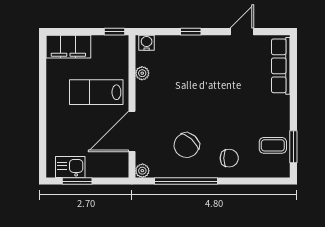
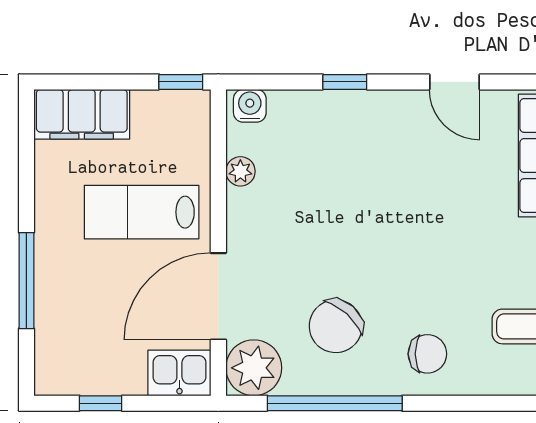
door: (242, 32) -> (454, 82), swing flipped
window: (43, 124) -> (26, 281), added
kitchen sink: (70, 167) -> (179, 373), moved
plant: (142, 171) -> (254, 368), width x1.88, depth x1.88
window: (77, 181) -> (101, 403), width x0.67

